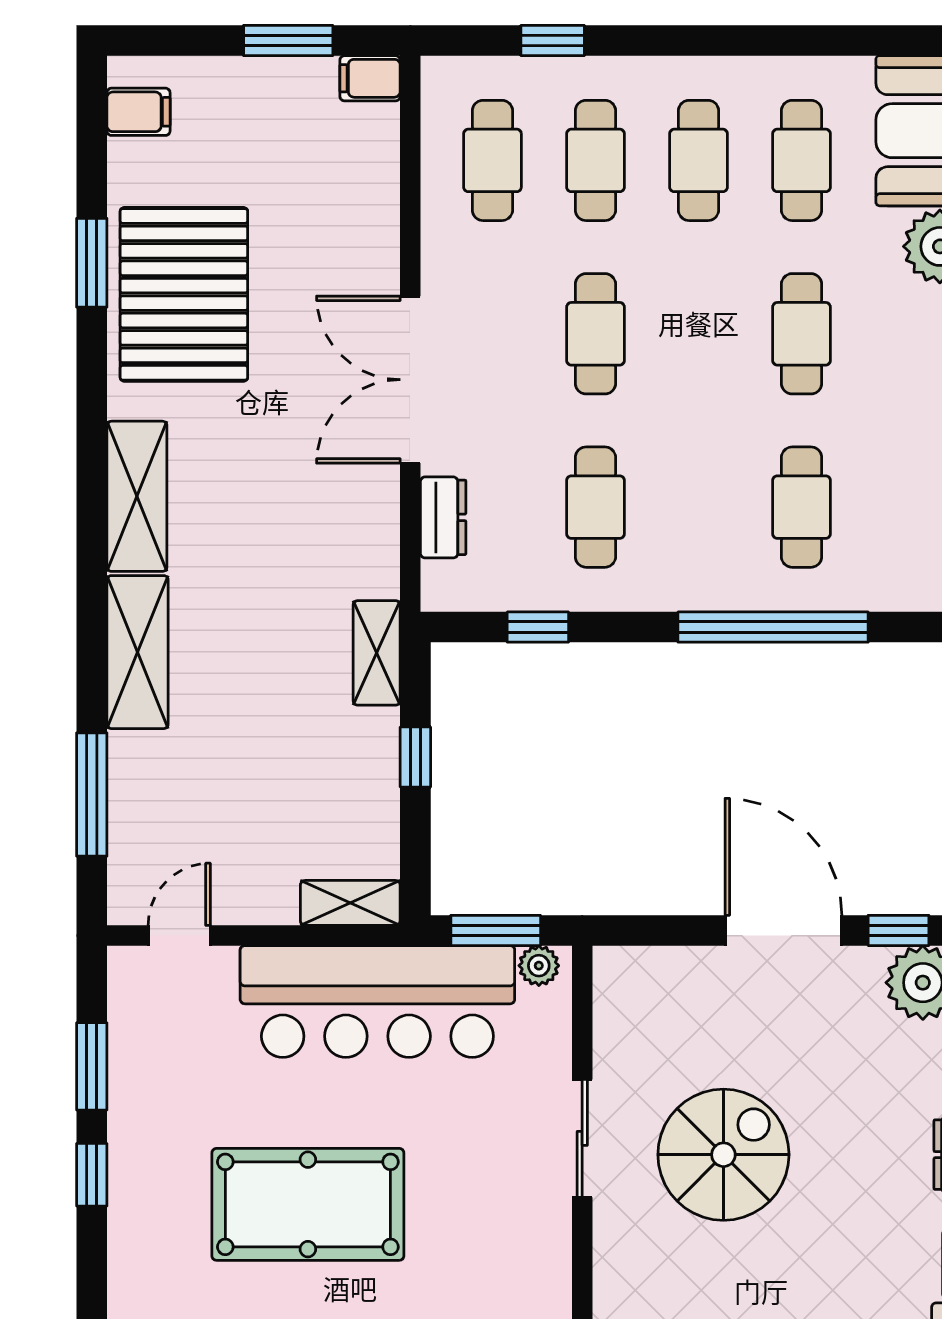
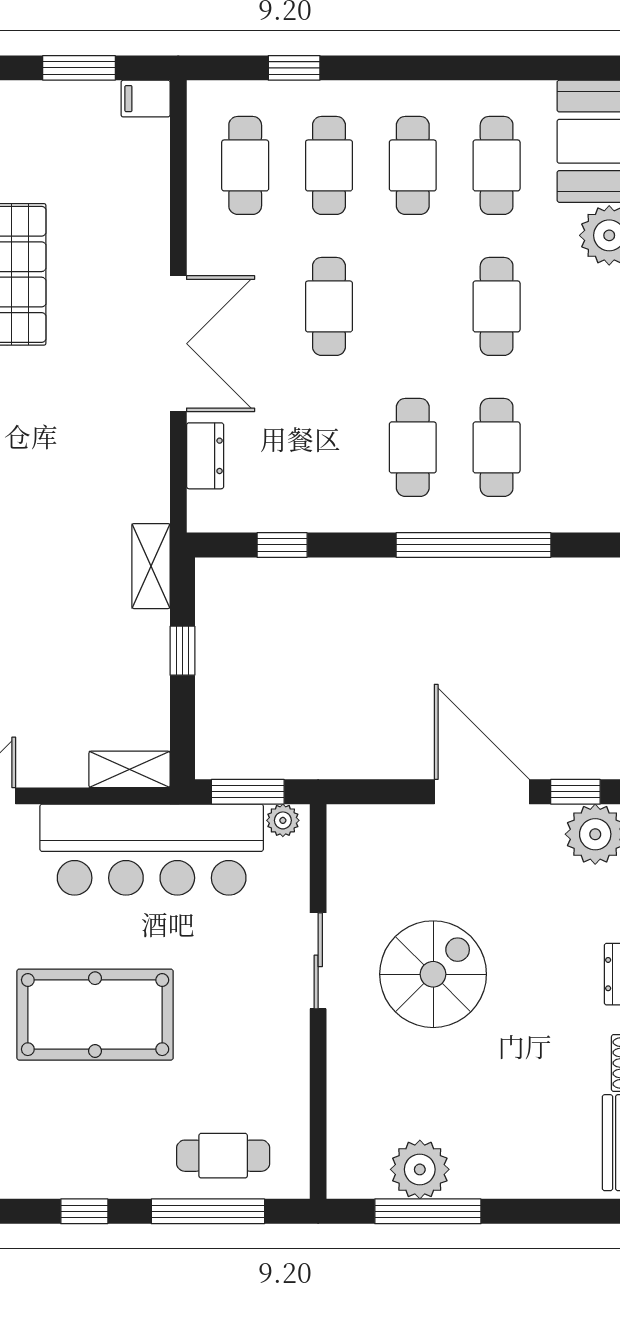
double door: (410, 380) -> (178, 344), swing flipped
cafe table: (595, 507) -> (413, 447), moved

